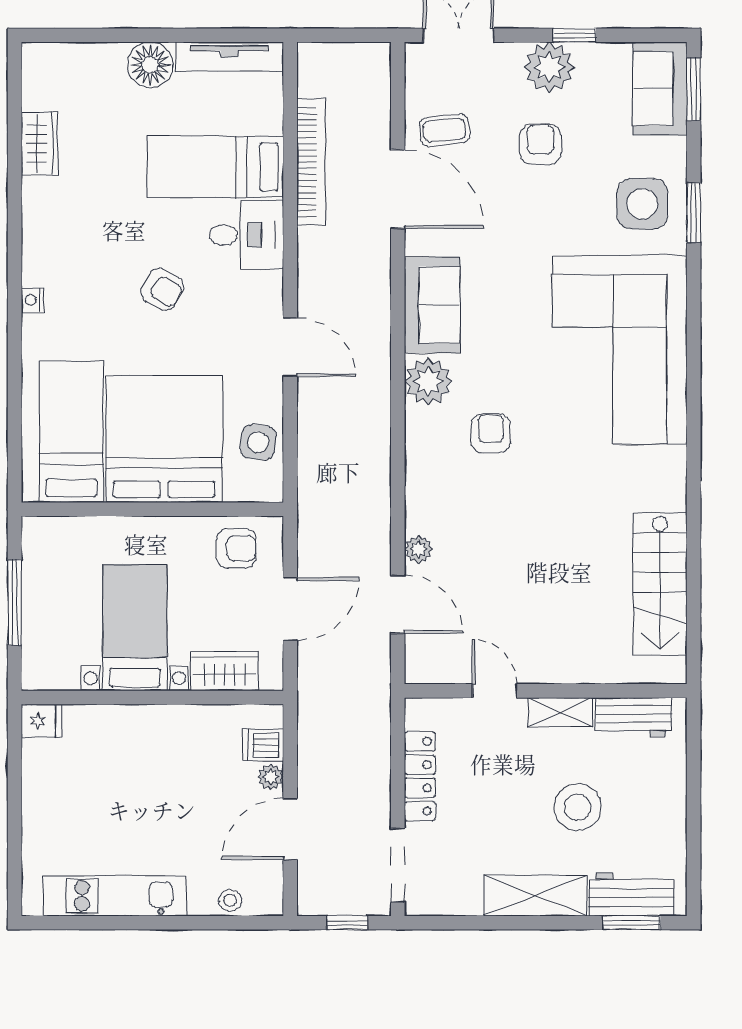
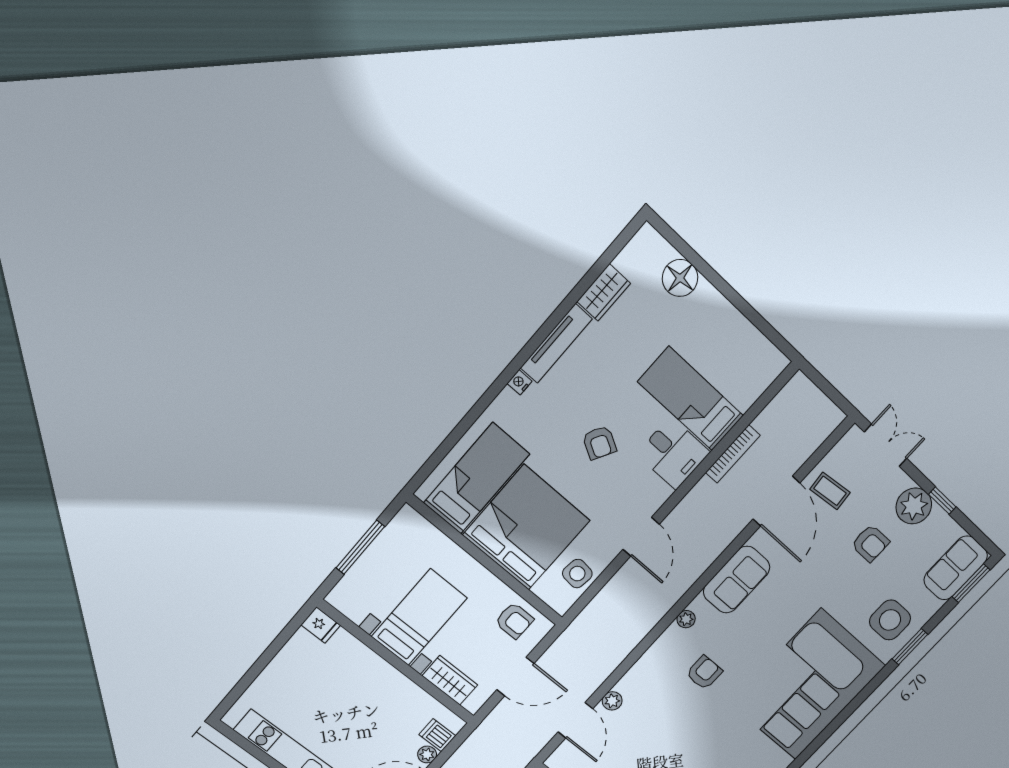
tv unit: (230, 57) -> (556, 343), moved, turned -90
floor lamp: (150, 65) -> (680, 278), moved
armchair: (540, 144) -> (870, 543), turned 90
bookcase: (311, 162) -> (733, 454), width x0.68, depth x0.76
plant: (428, 381) -> (686, 619), width x0.53, depth x0.53

